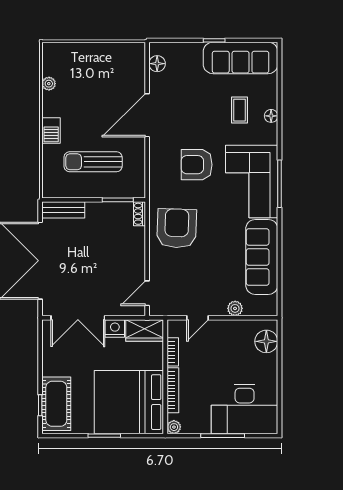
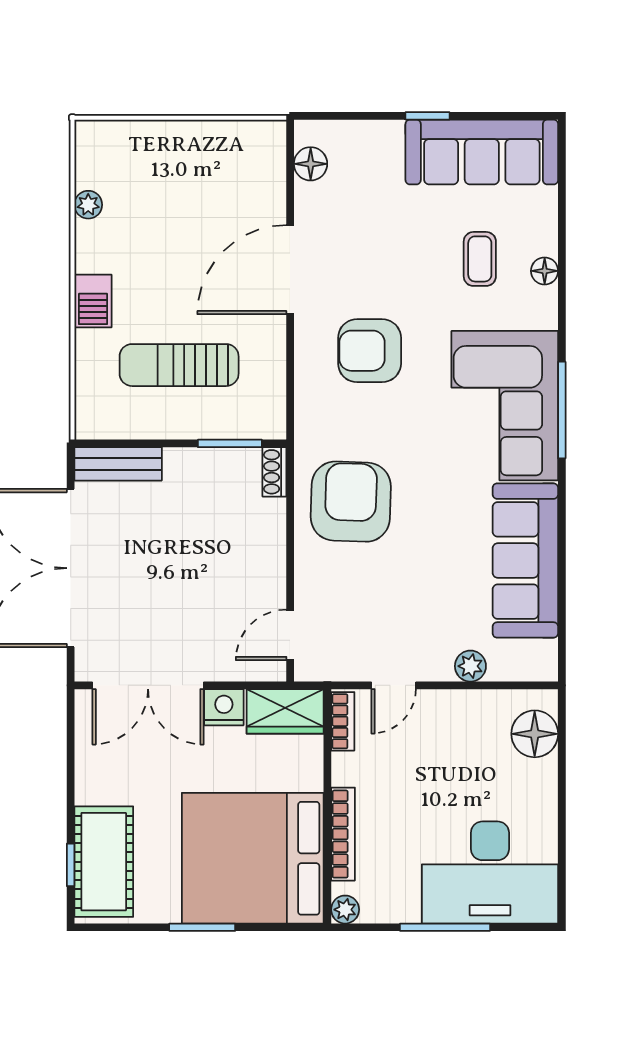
armchair: (197, 165) -> (370, 351), moved
bookcase: (173, 352) -> (343, 721), moved

